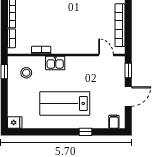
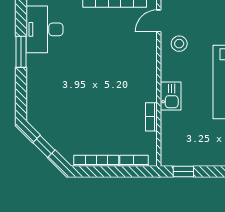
stool: (26, 73) -> (179, 44), moved

